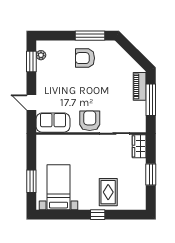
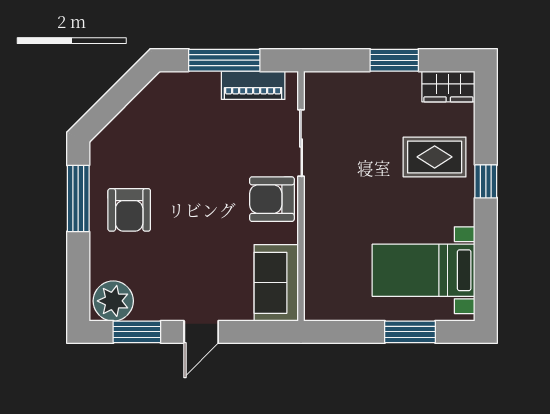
plant: (41, 55) -> (113, 301), width x1.88, depth x1.88
piano: (140, 86) -> (253, 85), moved
door: (31, 102) -> (201, 332), moved
wardrobe: (139, 146) -> (448, 86), moved

